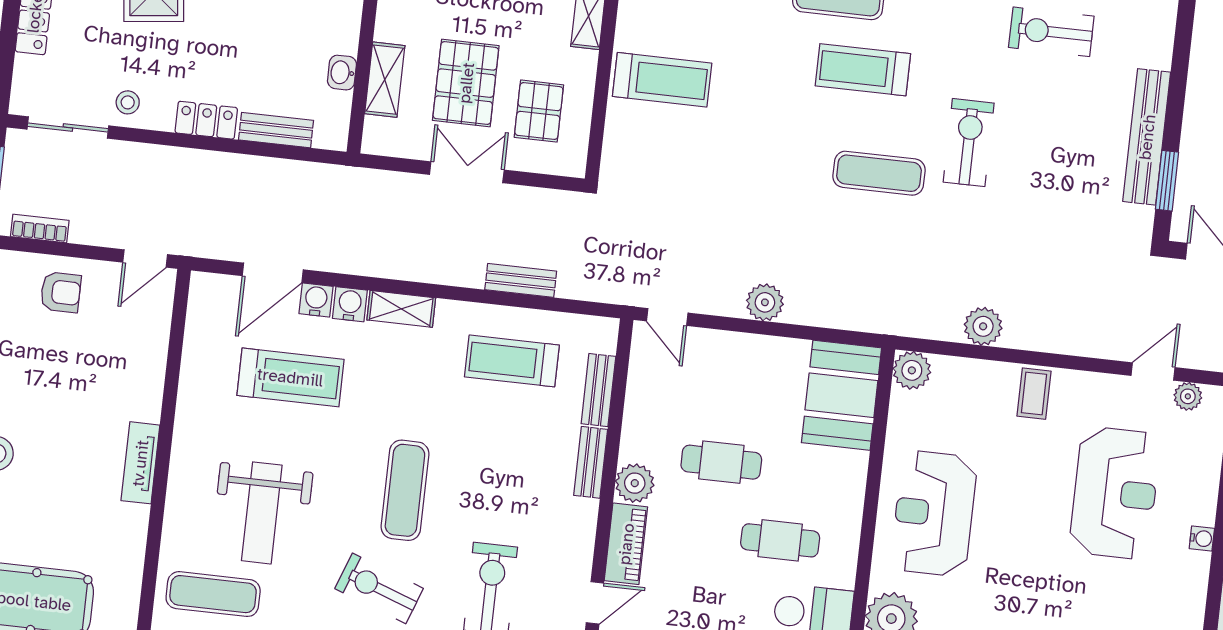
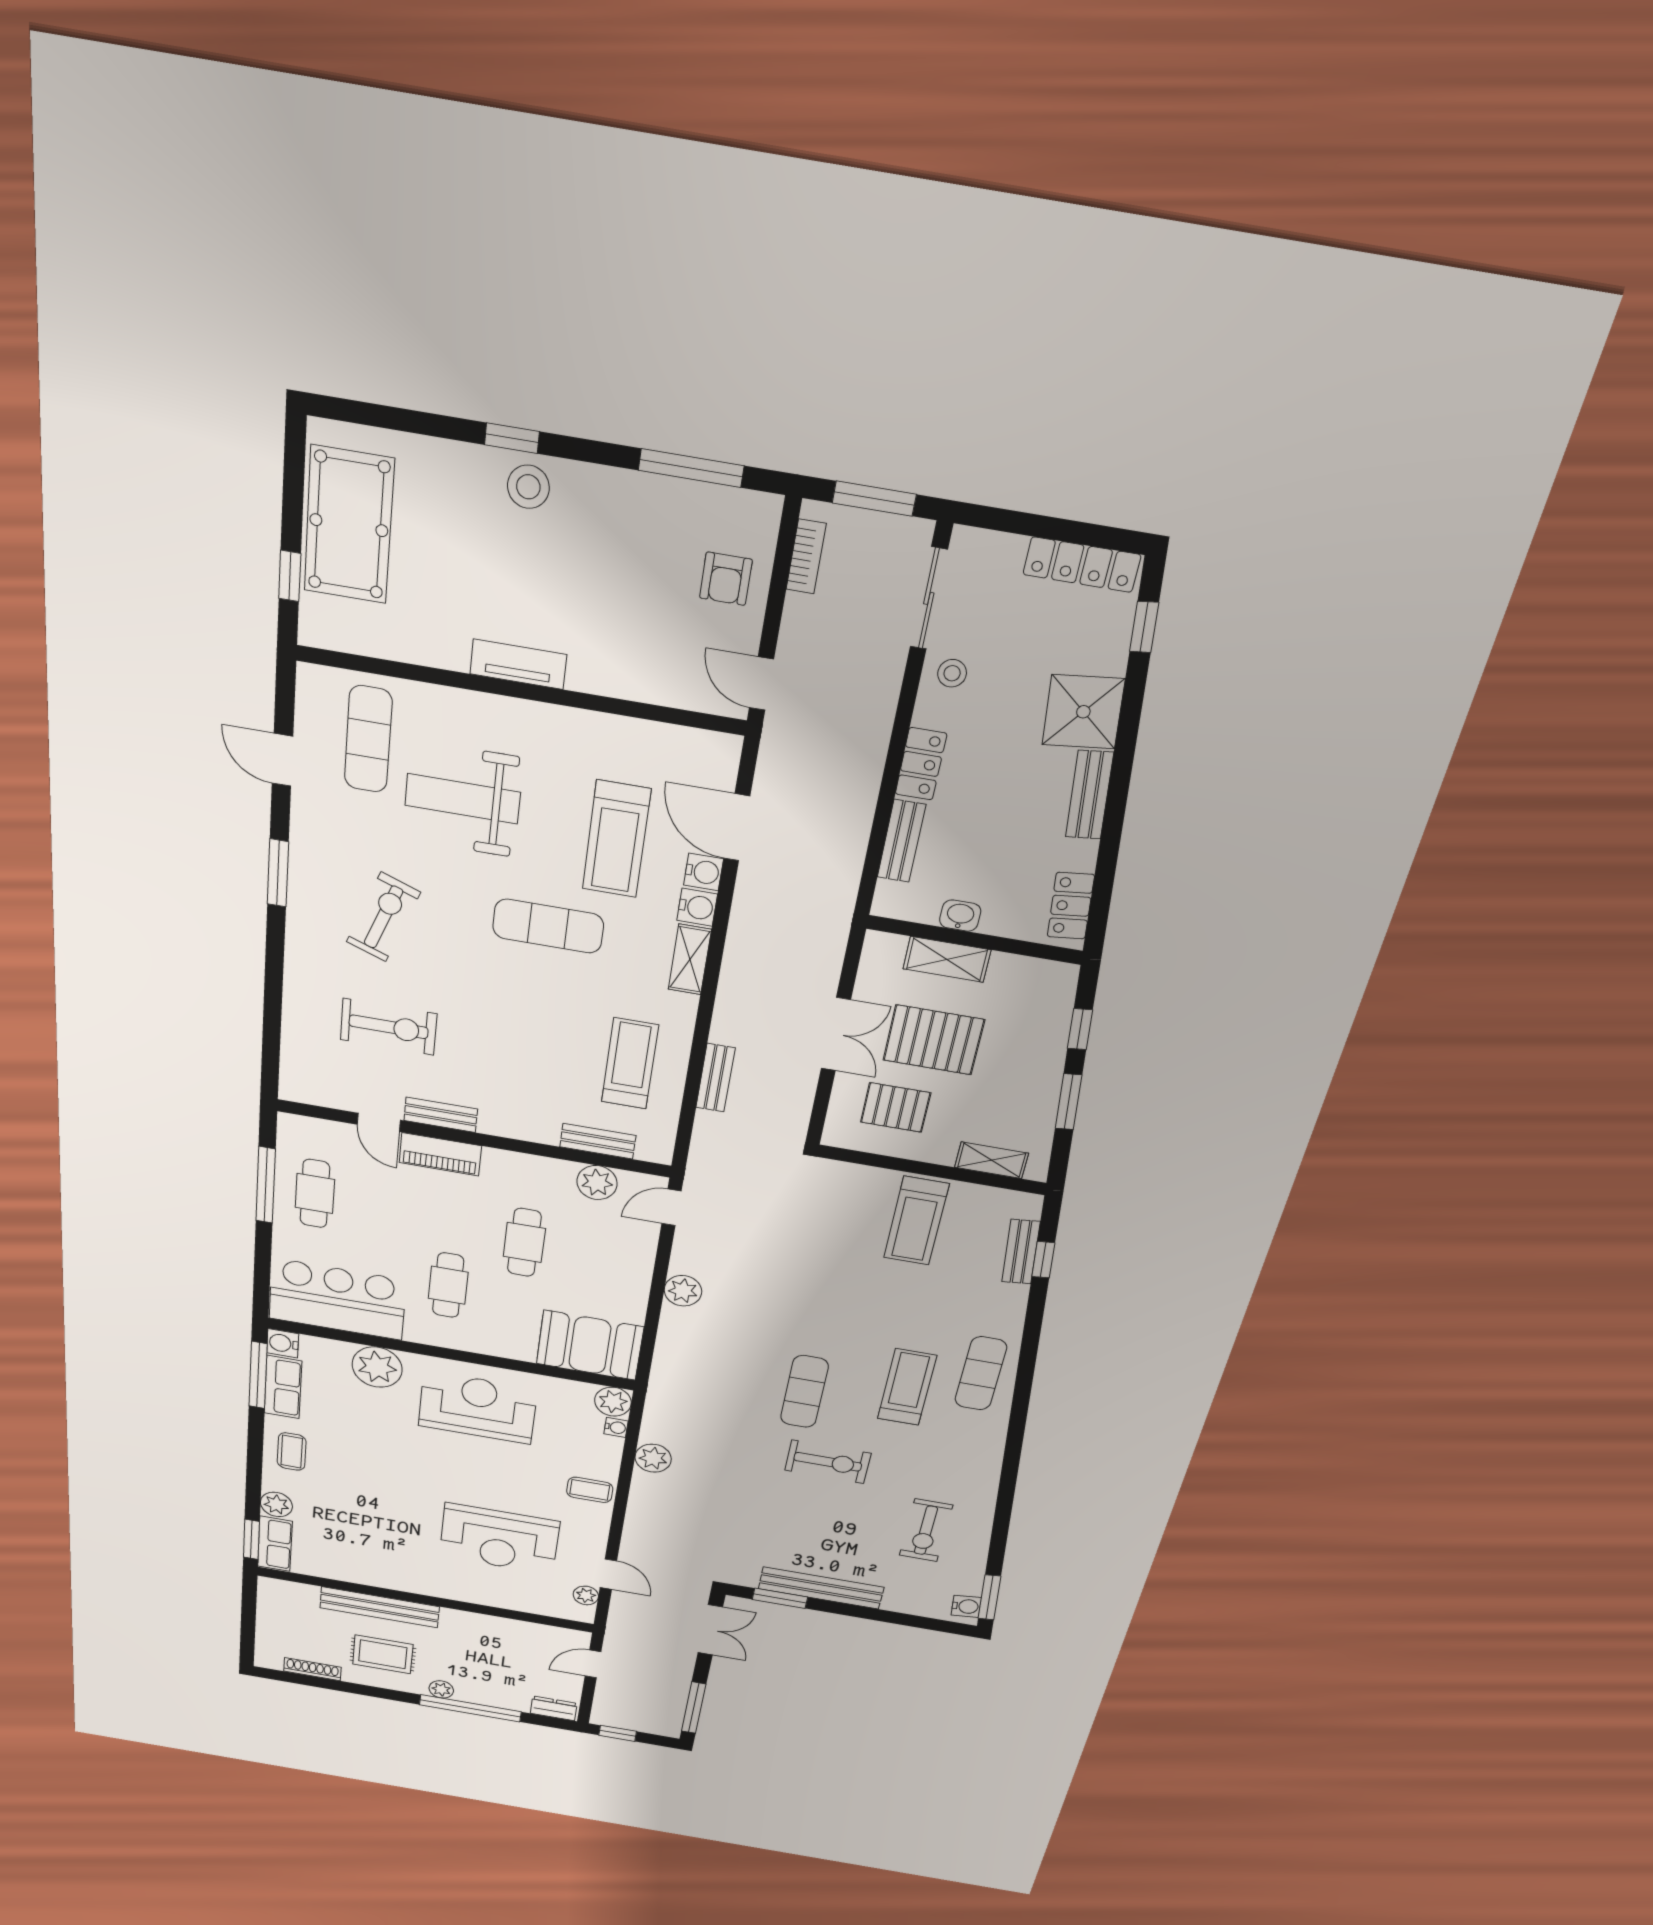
exercise bike: (1051, 32) -> (926, 1530), turned 180
bench: (591, 462) -> (441, 1115), moved
plant: (635, 483) -> (597, 1183), moved
exercise mat: (405, 490) -> (548, 926), moved
water cooler: (1202, 538) -> (616, 1427), moved, turned -90

